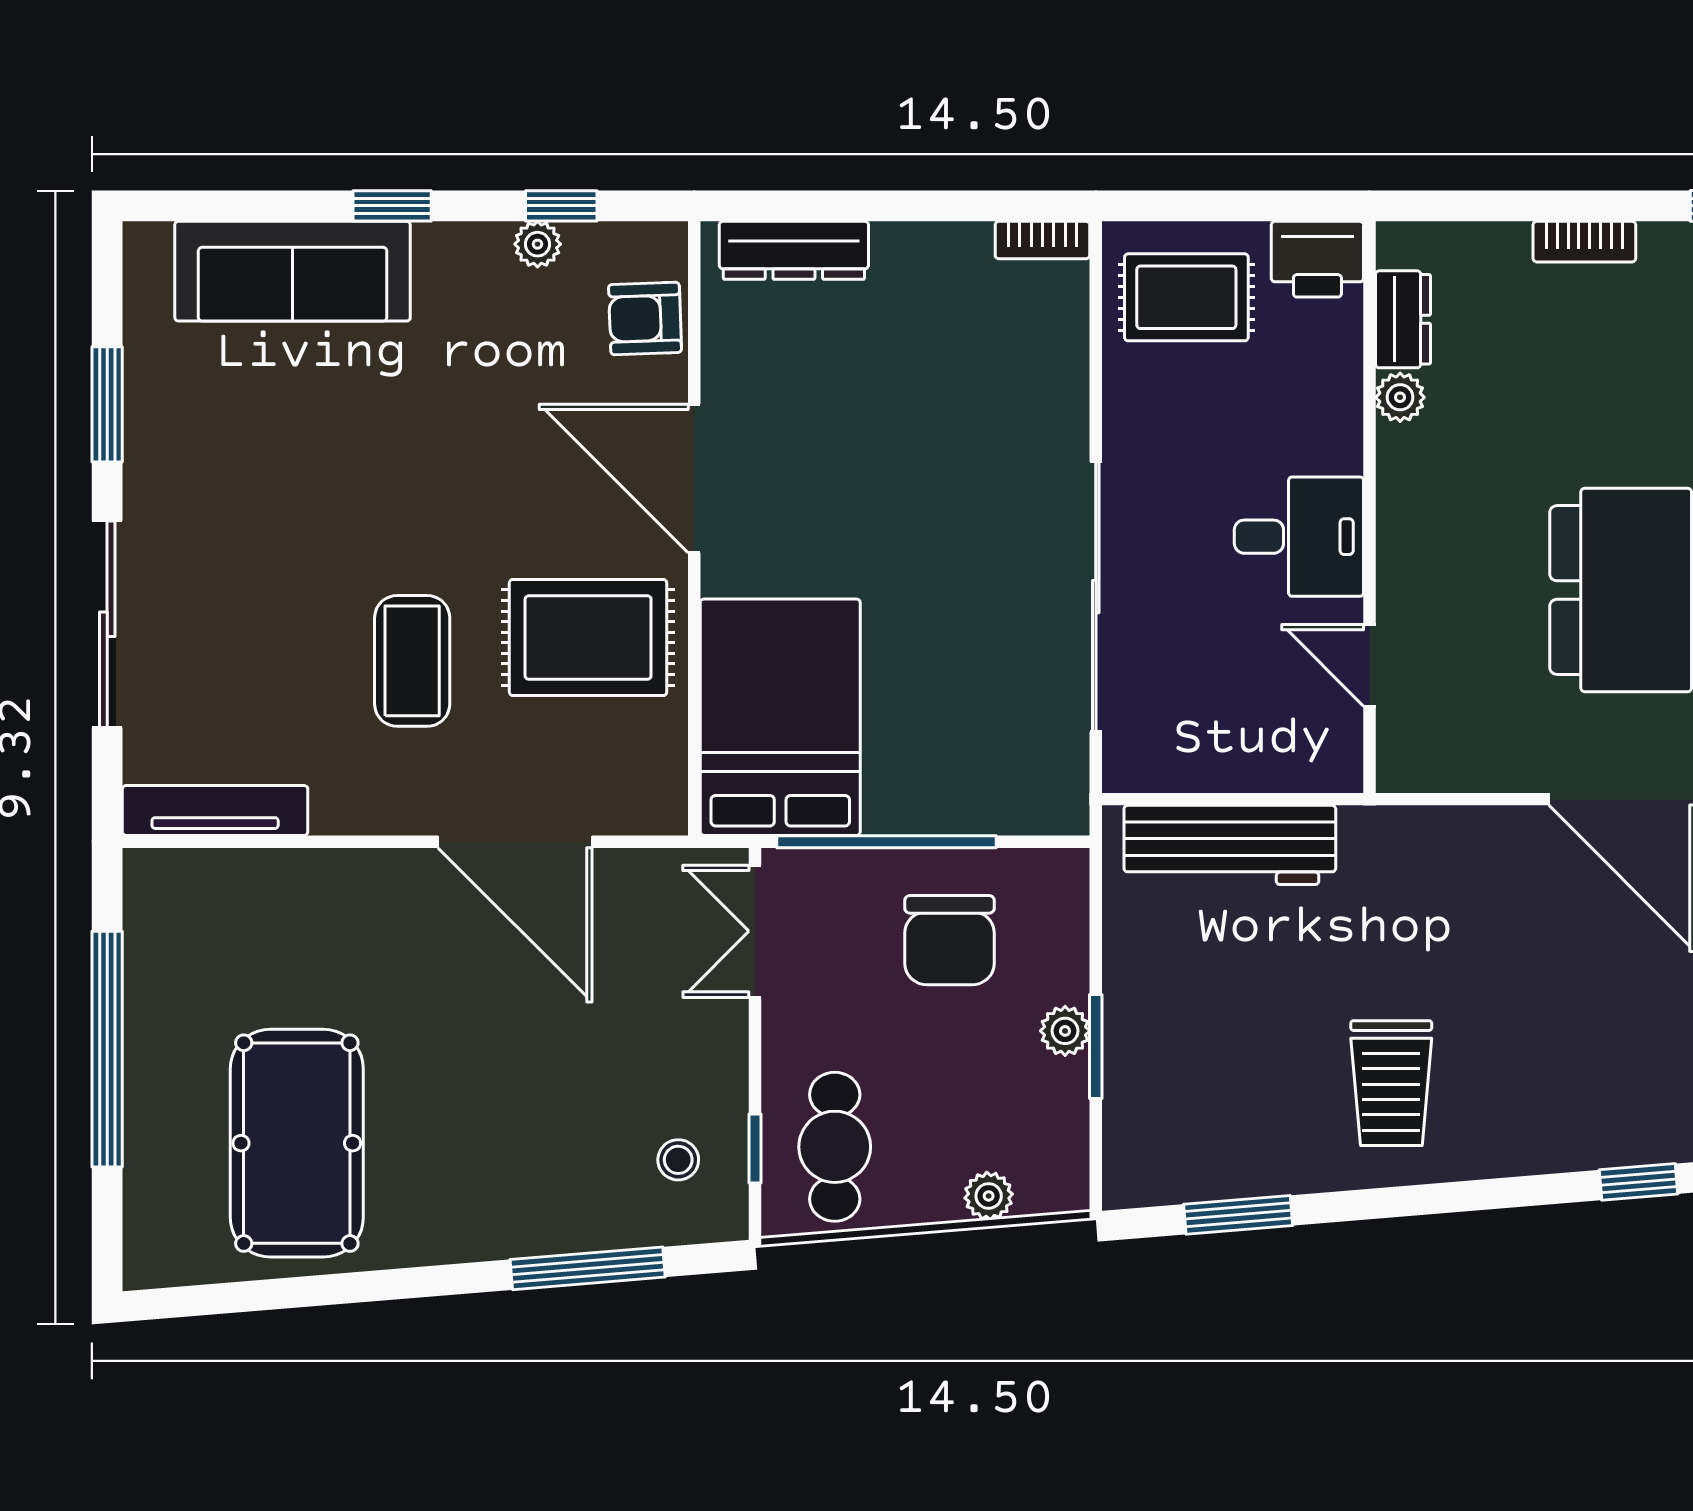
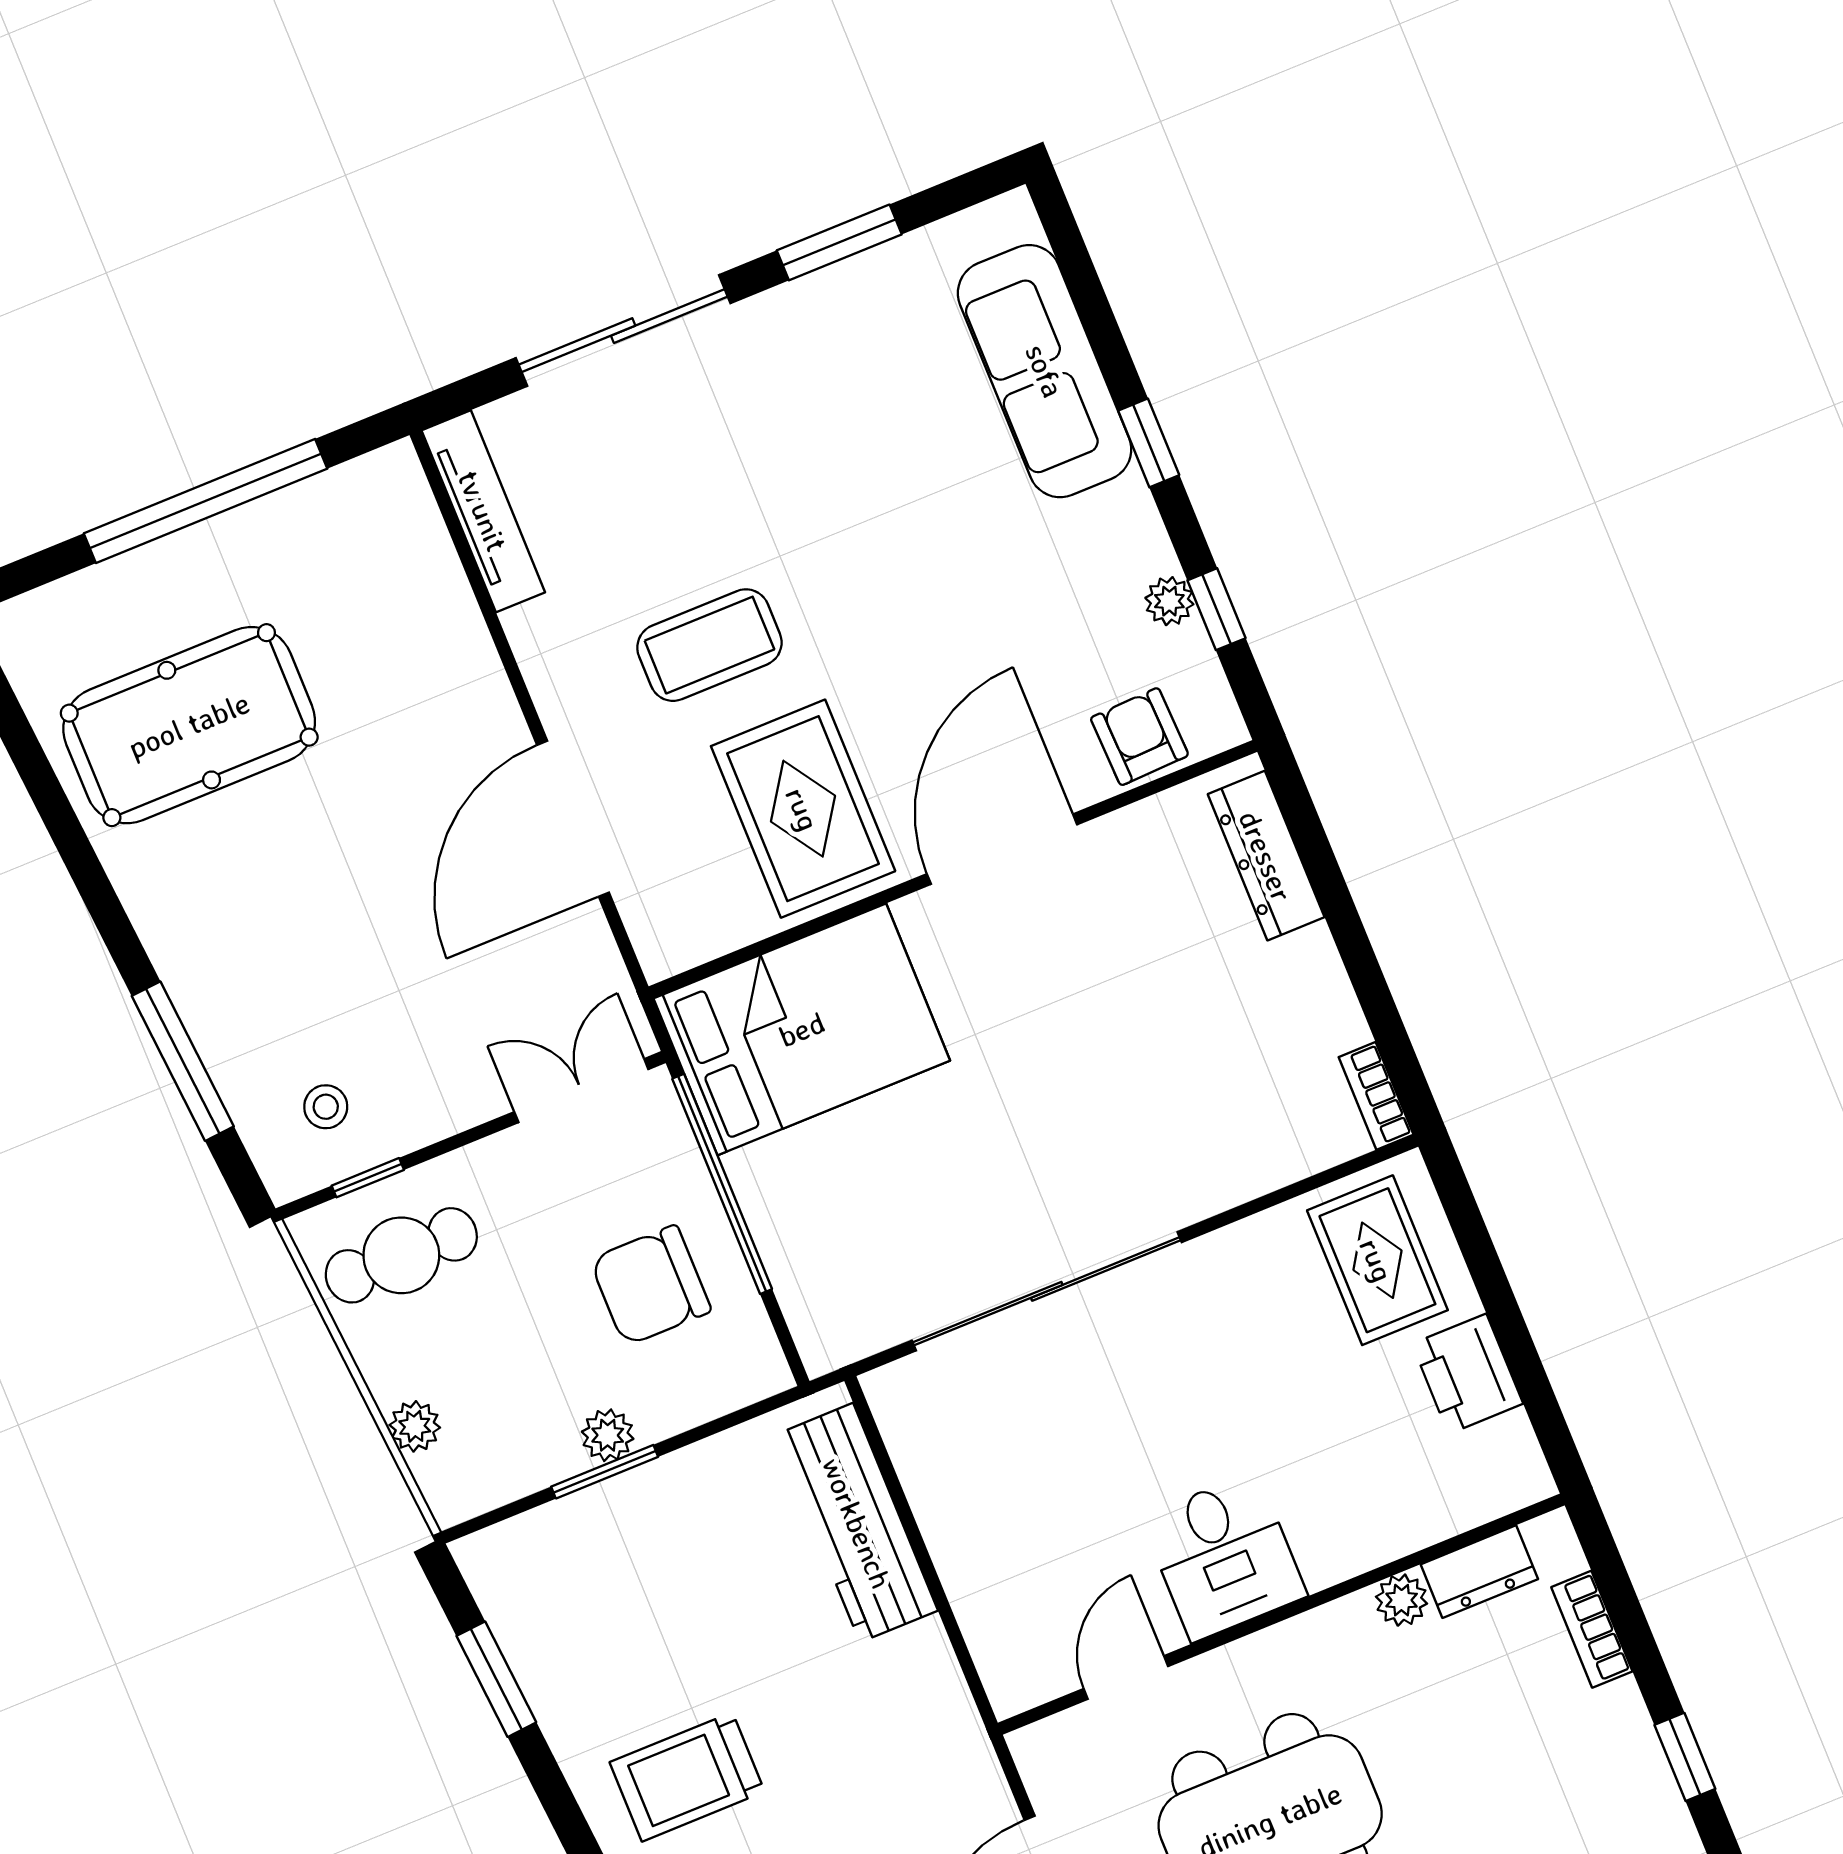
dresser: (1403, 319) -> (1479, 1572), moved
plant: (1400, 397) -> (1402, 1600), moved
wall: (1370, 507) -> (1281, 1614), moved
desk: (1299, 537) -> (1224, 1557), moved
door: (1370, 665) -> (1126, 1678), moved

